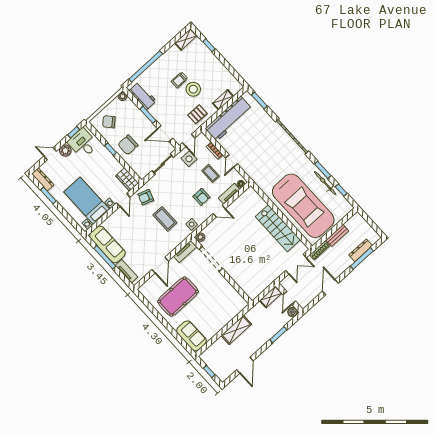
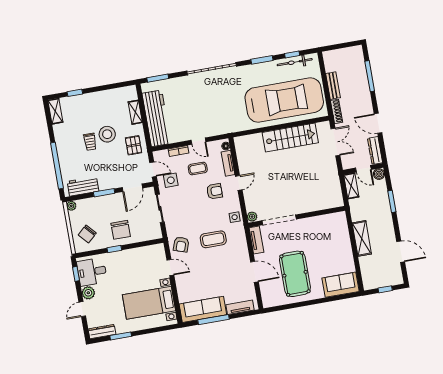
wardrobe: (127, 179) -> (153, 251), removed
bicycle: (325, 183) -> (295, 62), moved
dresser: (361, 250) -> (375, 151), moved

